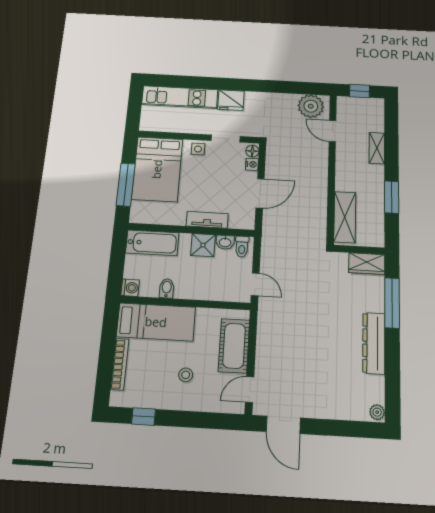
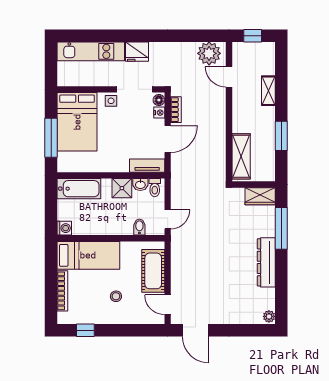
doorway: (226, 139) -> (135, 89), width x1.38
bookcase: (271, 162) -> (176, 110), added
tv unit: (207, 220) -> (147, 166), moved
door: (255, 284) -> (168, 219), hinge flipped
bidet: (167, 288) -> (139, 227), moved
door: (250, 389) -> (168, 305), hinge flipped

